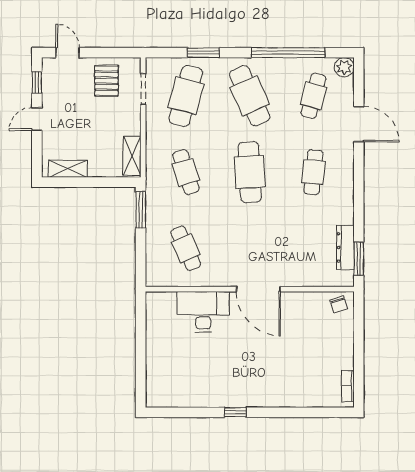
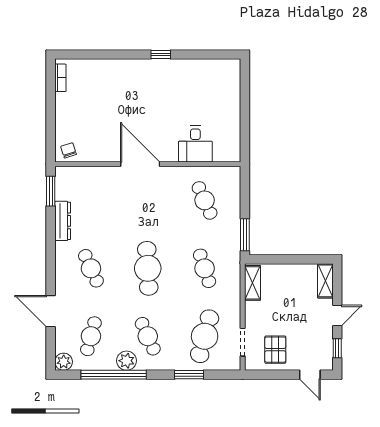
plant: (274, 68) -> (127, 361), added
cafe table: (250, 96) -> (148, 336), width x0.73, depth x0.74
shelving: (68, 169) -> (325, 281), moved, turned 90
cafe table: (314, 172) -> (91, 268), turned -30
dresser: (345, 248) -> (63, 221), moved
desk: (203, 312) -> (195, 144), width x0.73

